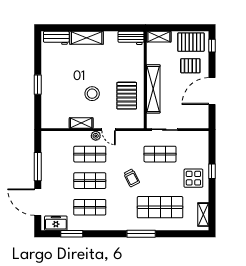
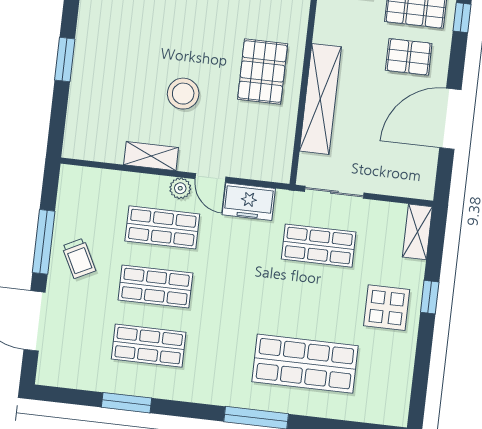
pallet: (127, 96) -> (263, 72), moved
trolley: (132, 178) -> (79, 258), moved
shelving: (203, 215) -> (417, 232), moved
freezer: (56, 223) -> (249, 202), moved, turned 180
window: (72, 234) -> (127, 403), moved

